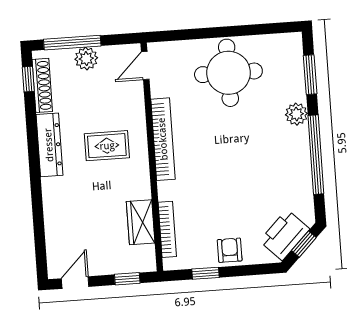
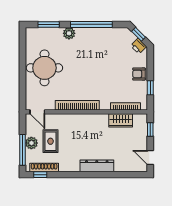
dresser: (49, 145) -> (97, 166), moved
rug: (107, 146) -> (50, 141), moved
printer: (285, 235) -> (139, 46), width x0.53, depth x0.68

